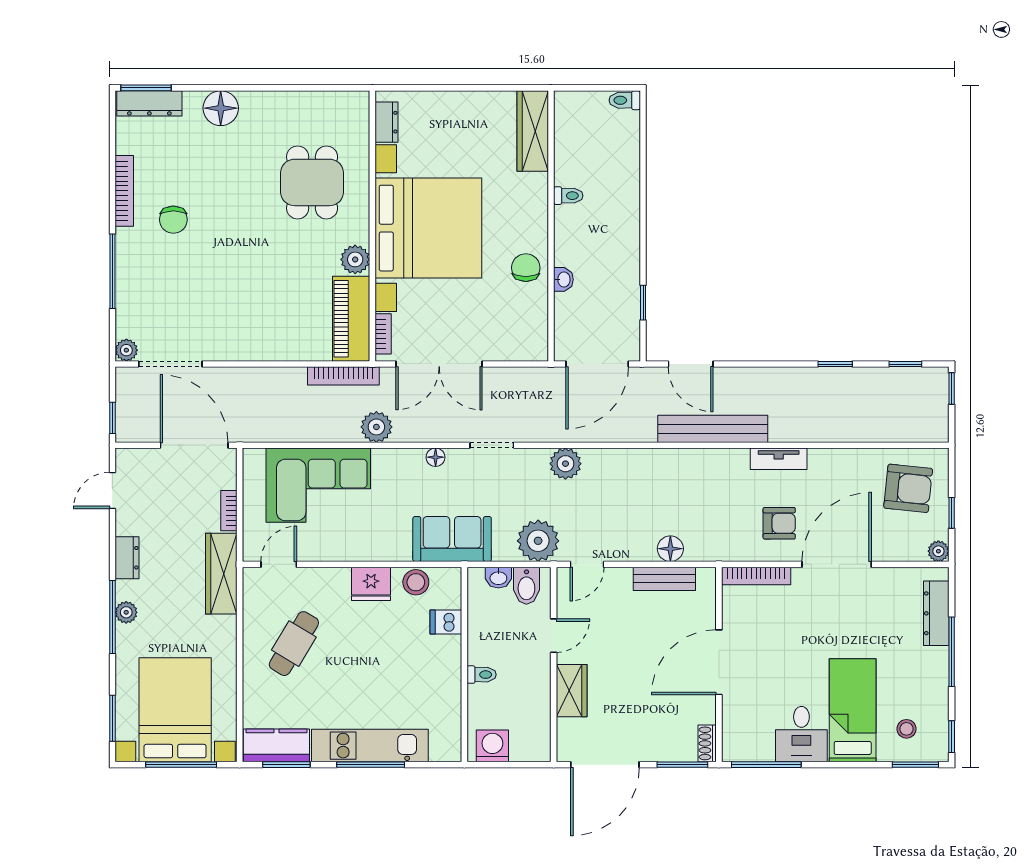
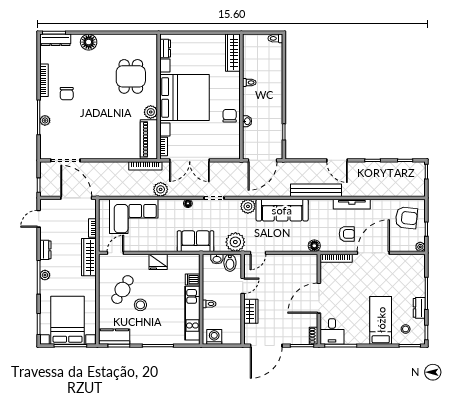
plant: (126, 350) -> (45, 120), moved
door: (691, 364) -> (337, 160), moved
tv unit: (779, 459) -> (352, 204), width x1.41
sofa: (639, 472) -> (282, 210), added
floor lamp: (670, 549) -> (314, 246), moved
bench: (664, 579) -> (294, 260), removed
stool: (416, 582) -> (140, 305), moved
dresser: (936, 613) -> (419, 308), moved, width x0.70
desk: (801, 734) -> (332, 331), moved
kitchen unit: (370, 746) -> (192, 313), moved, turned -90

